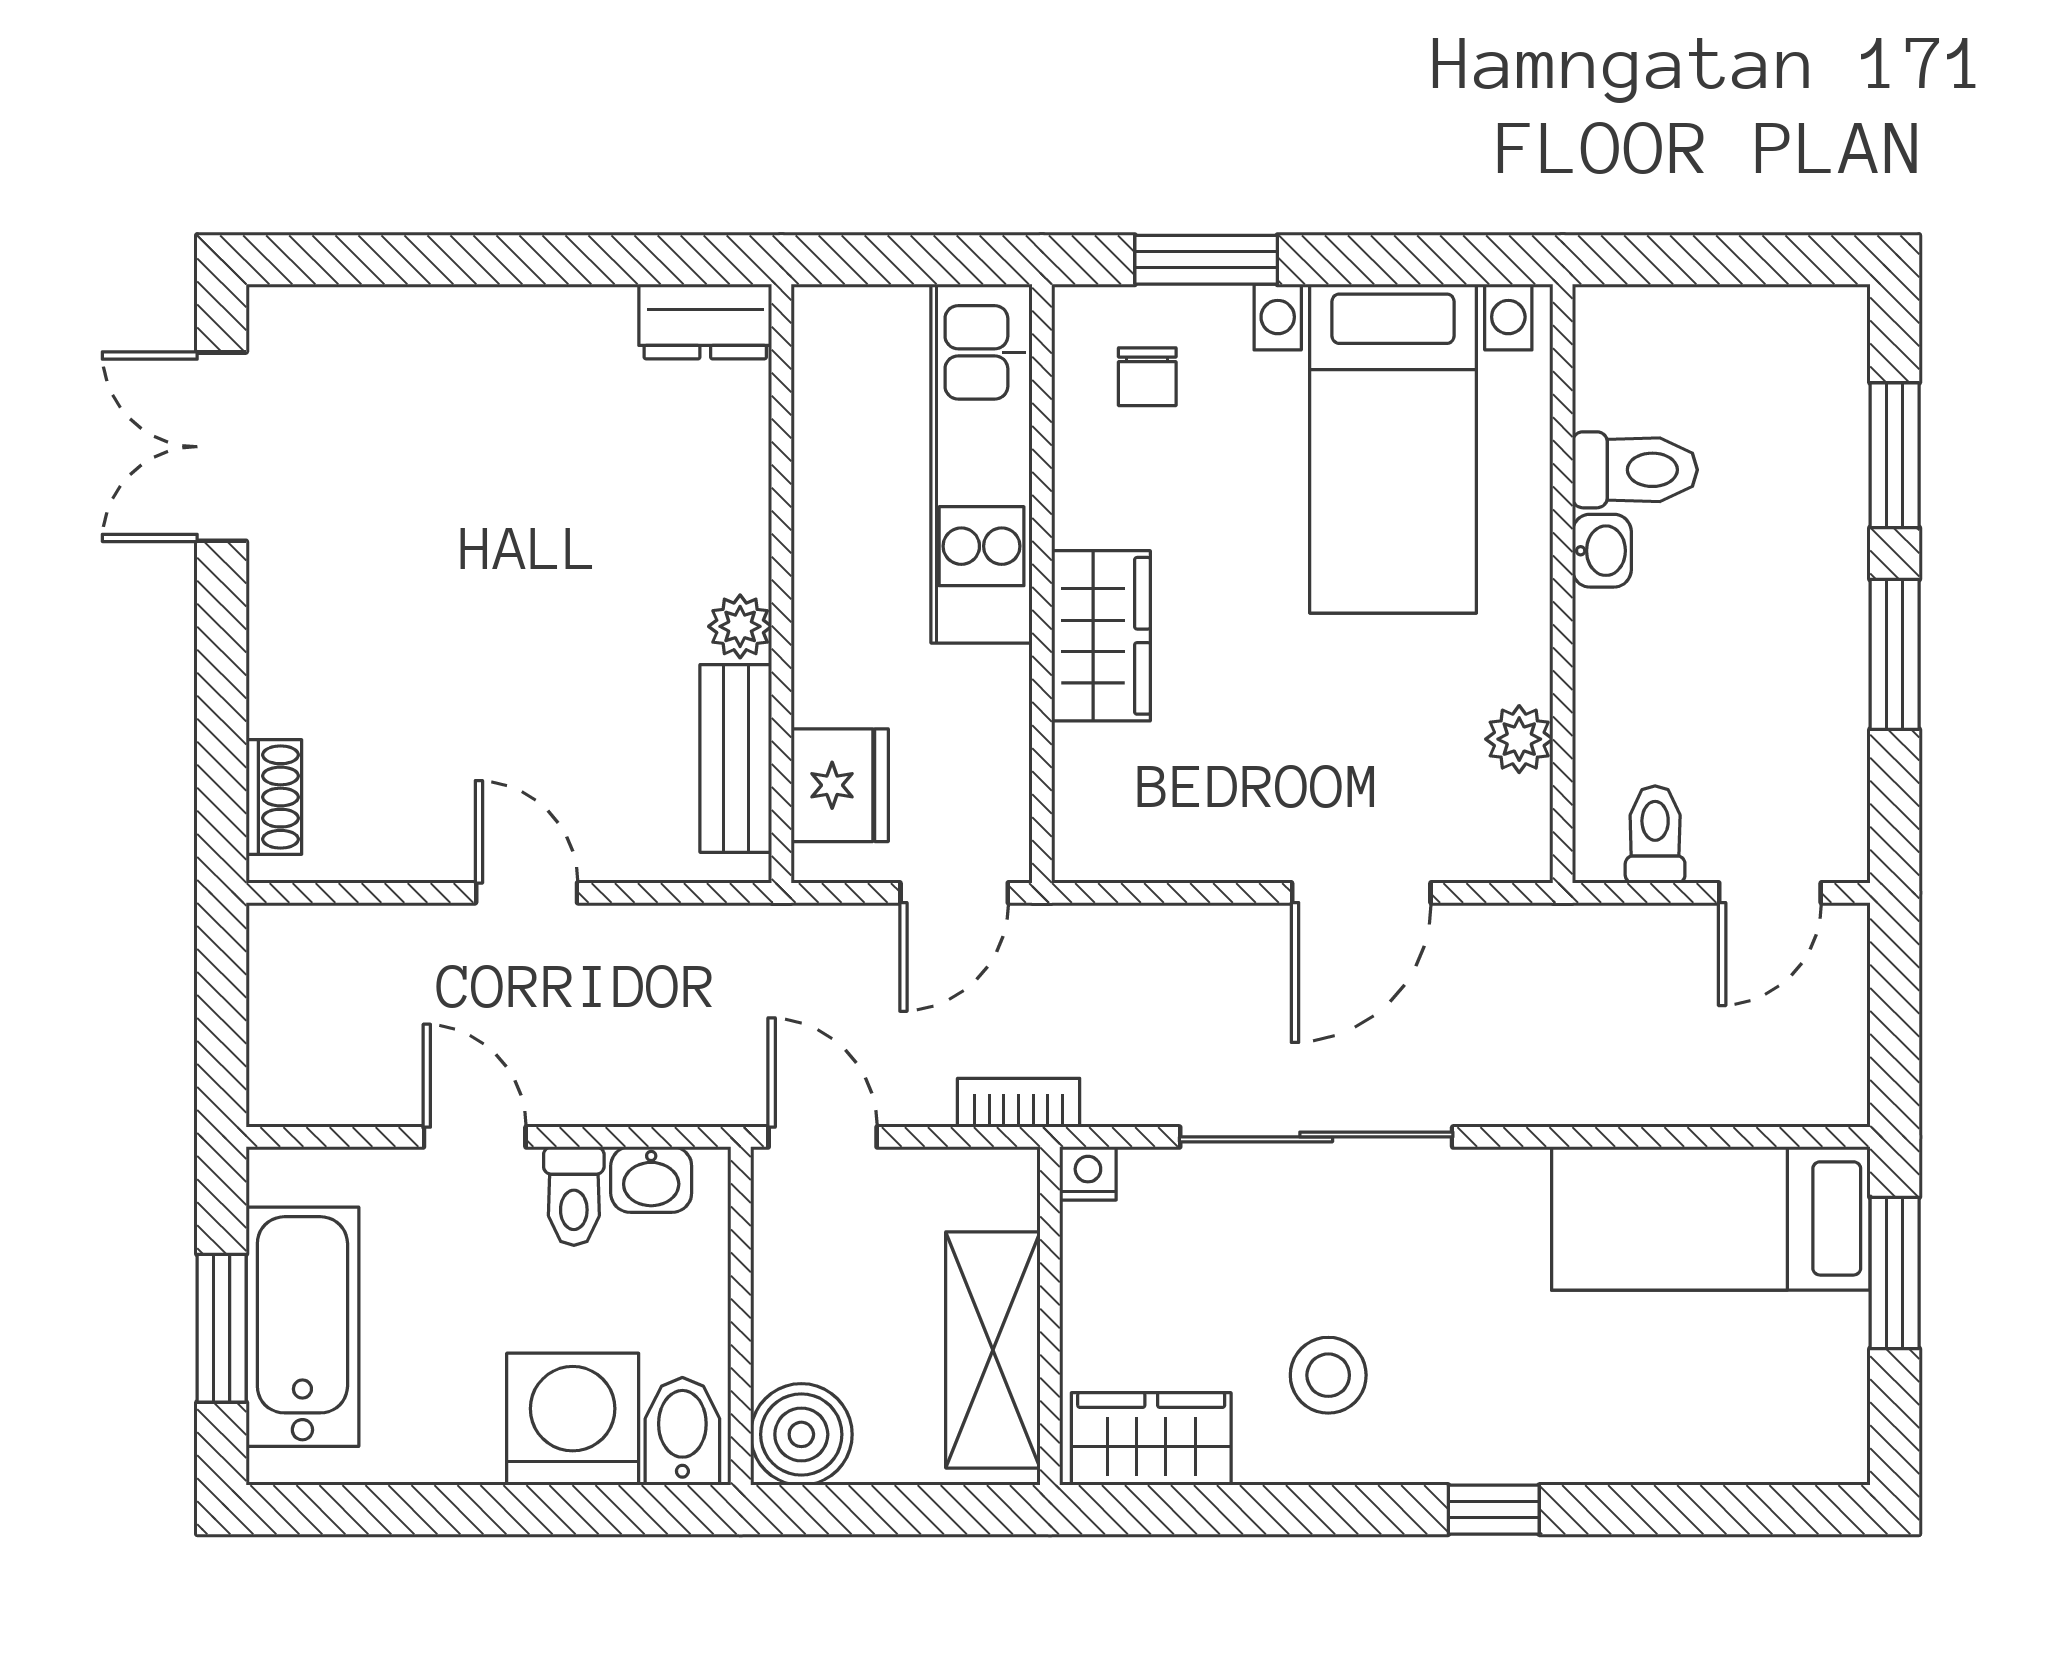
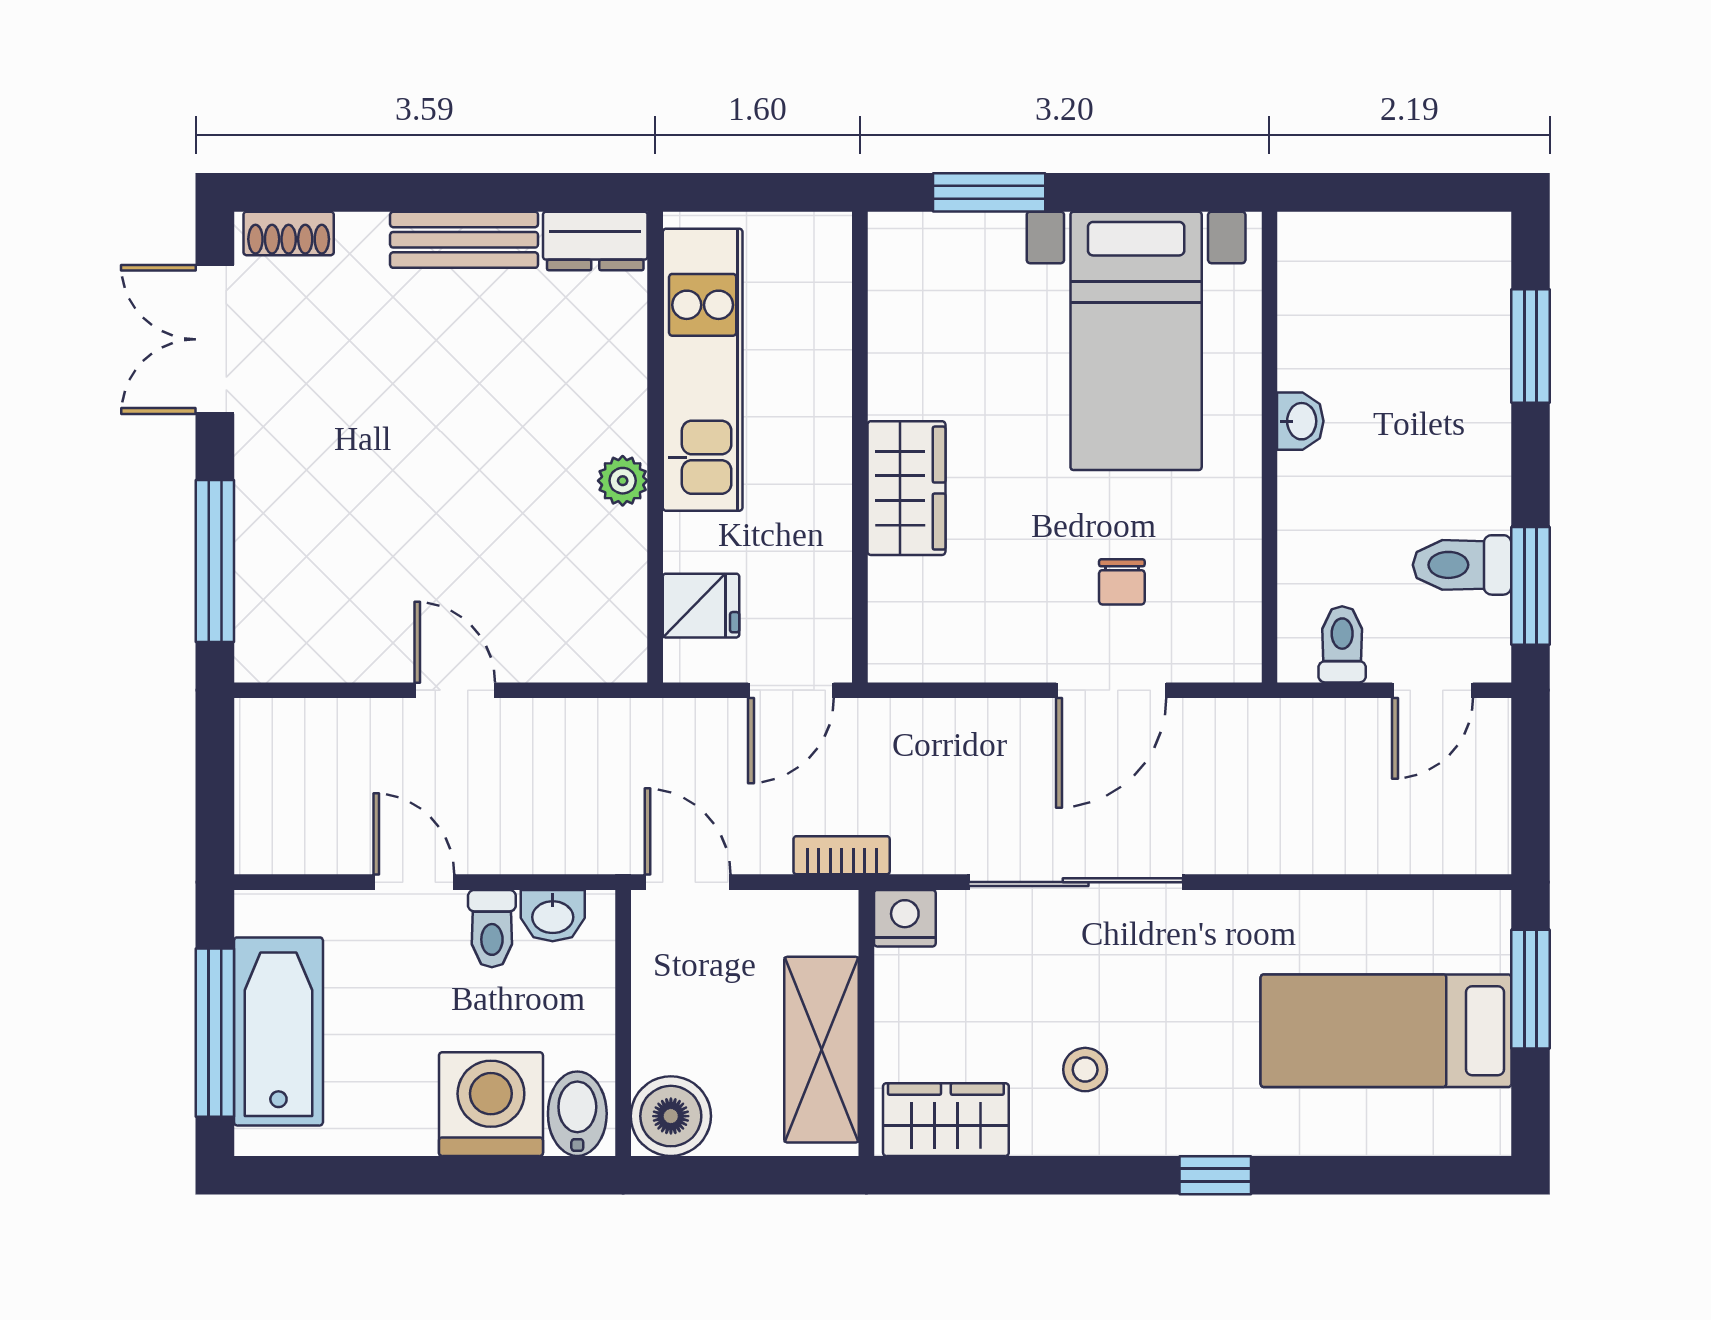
chair: (1147, 377) -> (1122, 582), moved
kitchen unit: (982, 464) -> (703, 370), moved, turned 180
toilet: (1635, 470) -> (1462, 565), moved, turned 180
window: (1895, 654) -> (1531, 586), moved
window: (222, 729) -> (215, 561), added
plant: (1519, 739) -> (1235, 569), removed
bench: (736, 758) -> (464, 240), moved, turned 90
fridge: (840, 785) -> (701, 606), width x0.72
shoe rack: (274, 797) -> (289, 233), moved, turned 90
nightstand: (1088, 1173) -> (905, 918), width x1.39, depth x1.35
bed: (1711, 1218) -> (1386, 1031), moved
window: (222, 1328) -> (215, 1033), width x1.44
stool: (1328, 1375) -> (1085, 1070), width x0.73, depth x0.73

